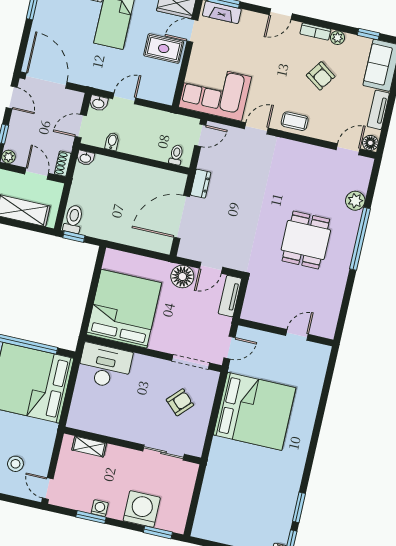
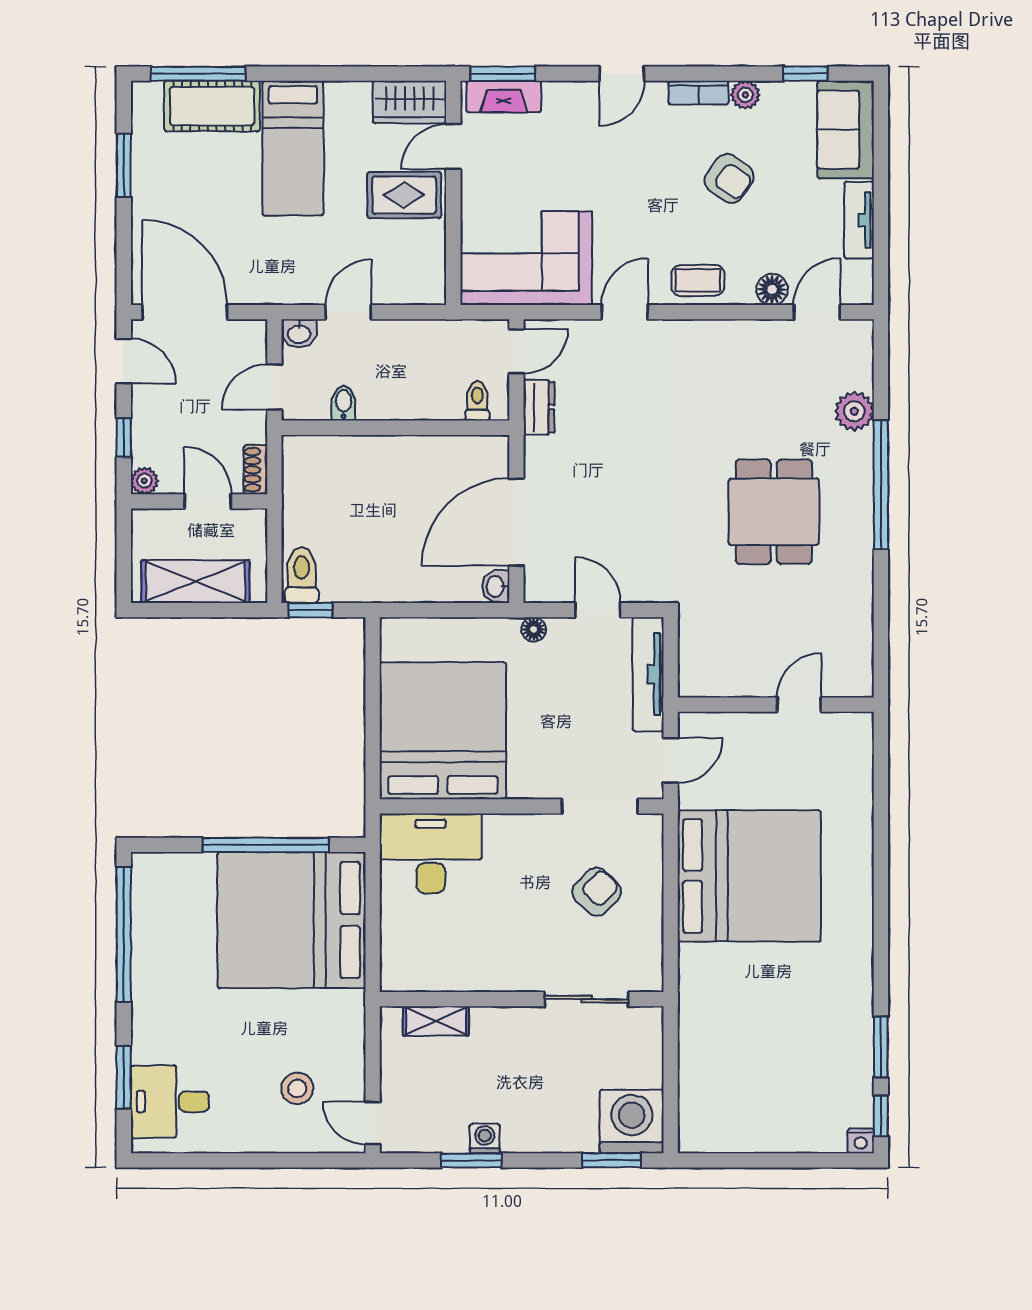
floor lamp: (370, 143) -> (772, 289), moved
washbasin: (85, 158) -> (496, 586), moved, turned 90
dresser: (201, 184) -> (539, 407), moved
door: (211, 268) -> (598, 610), swing flipped
floor lamp: (182, 277) -> (534, 629), width x0.53, depth x0.53
tv unit: (230, 296) -> (648, 674), width x1.41
washing machine: (142, 509) -> (632, 1122), moved

